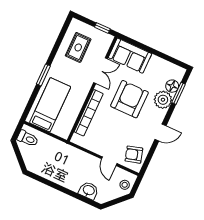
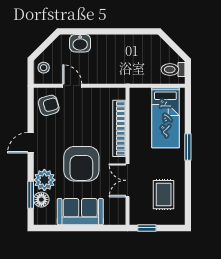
sofa: (130, 56) -> (80, 212), moved

